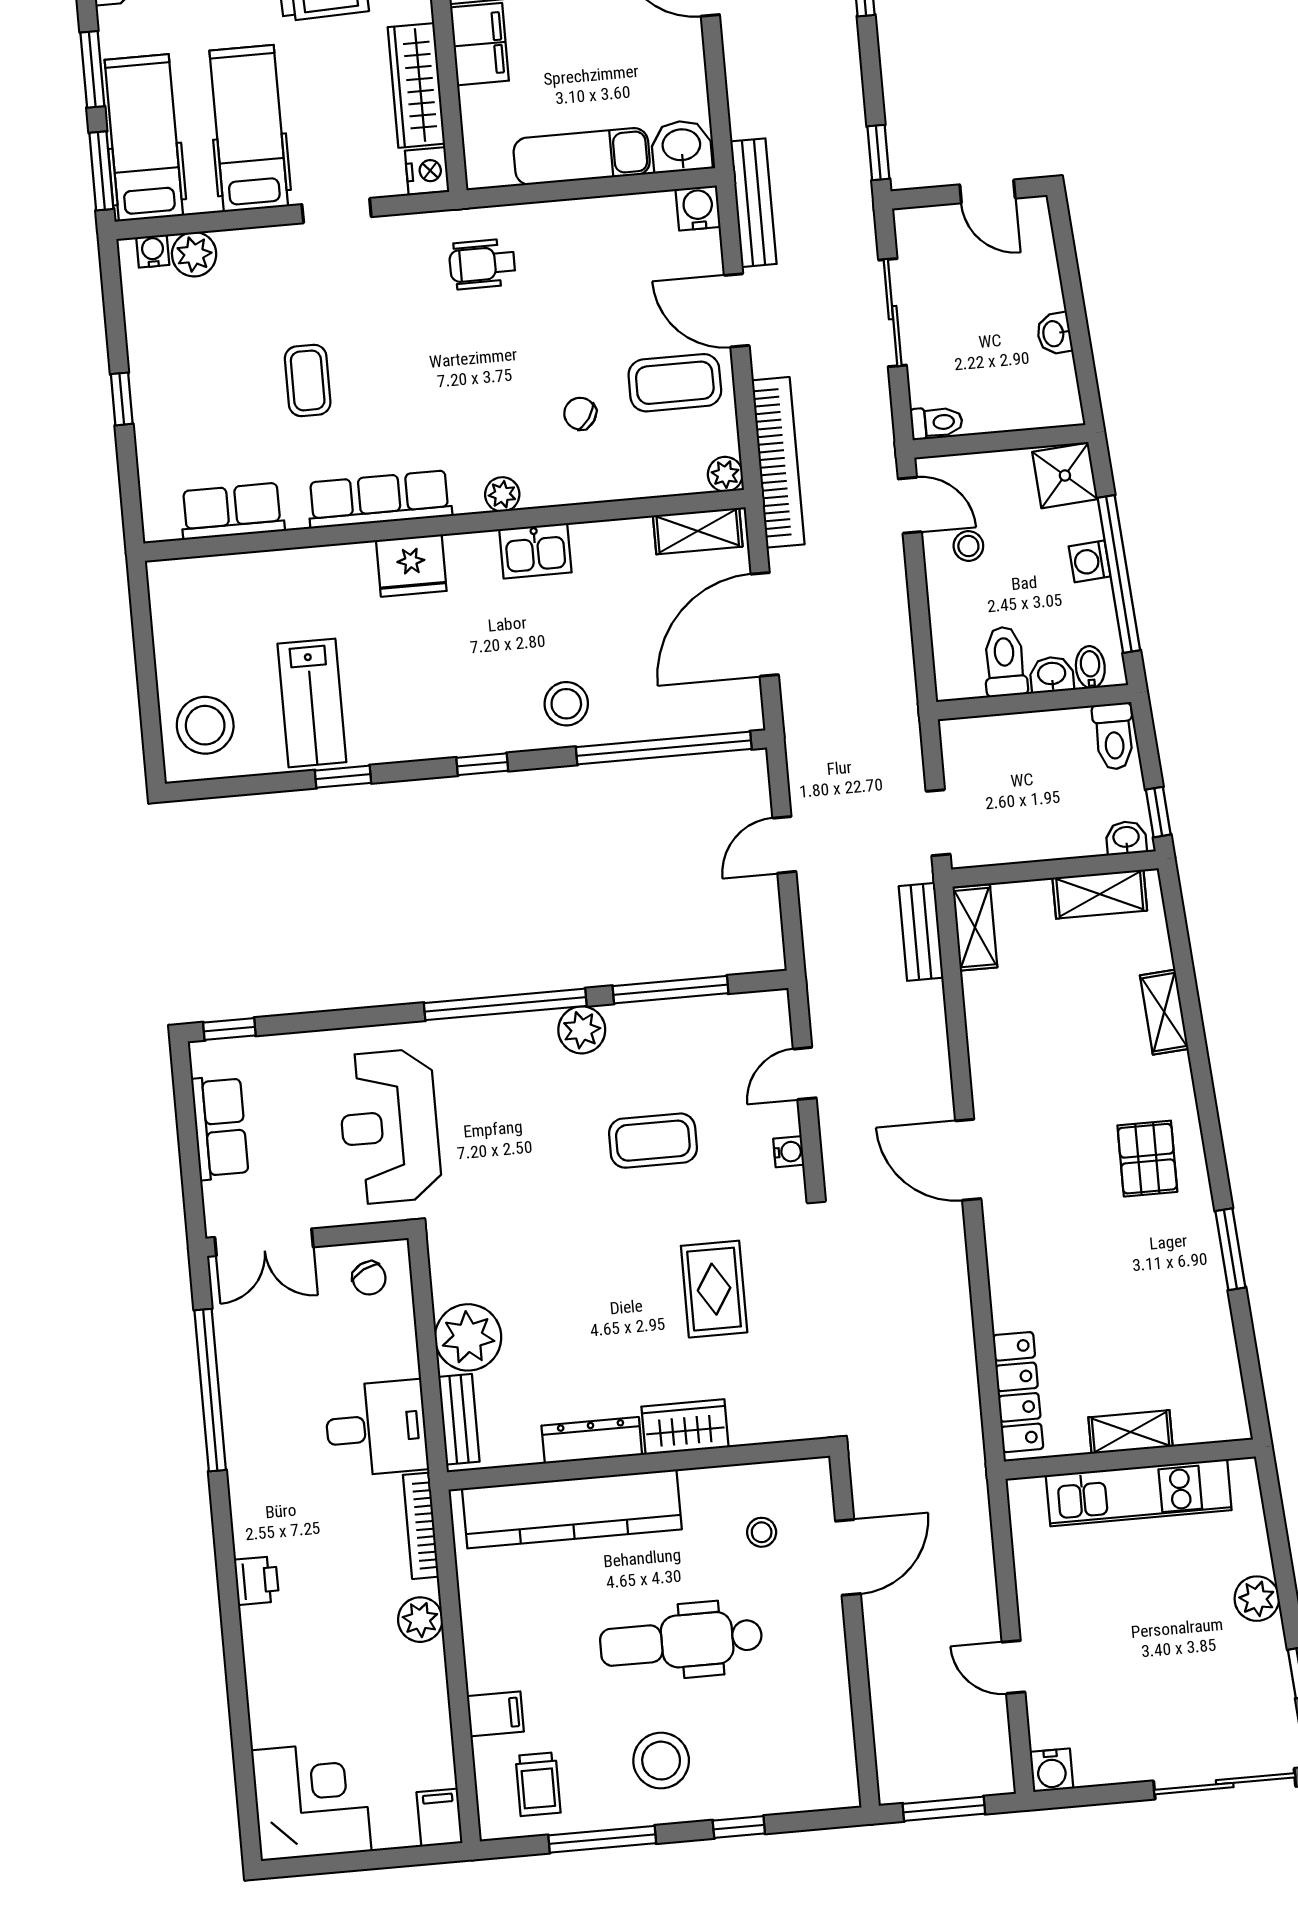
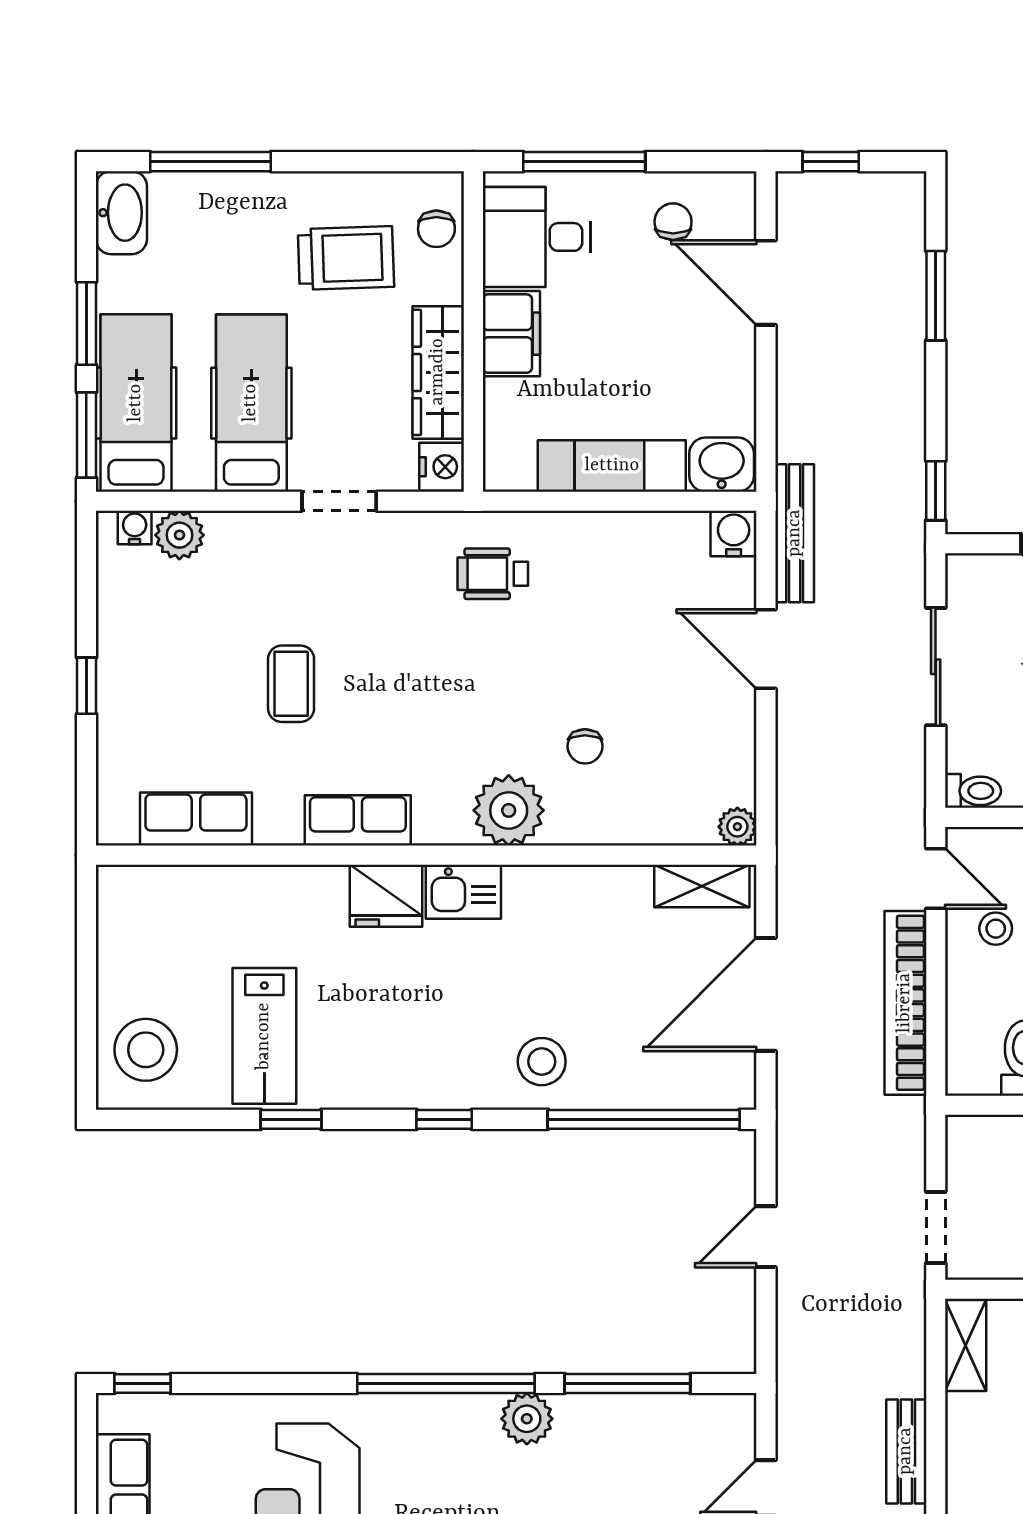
coffee table: (675, 383) -> (691, 722), removed
chair: (580, 414) -> (585, 746), turned -124
bookcase: (778, 462) -> (905, 1003), moved, turned 180
plant: (502, 494) -> (509, 810), width x1.88, depth x1.88
row of seats: (380, 499) -> (358, 820), width x0.68
kitchen sink: (535, 551) -> (463, 892), moved
bench: (921, 932) -> (906, 1451), moved

